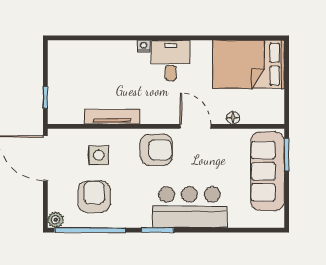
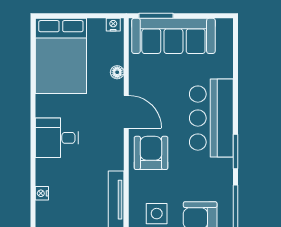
nightstand: (144, 46) -> (42, 193), moved
nightstand: (278, 114) -> (113, 25), added
door: (195, 126) -> (126, 112), swing flipped

